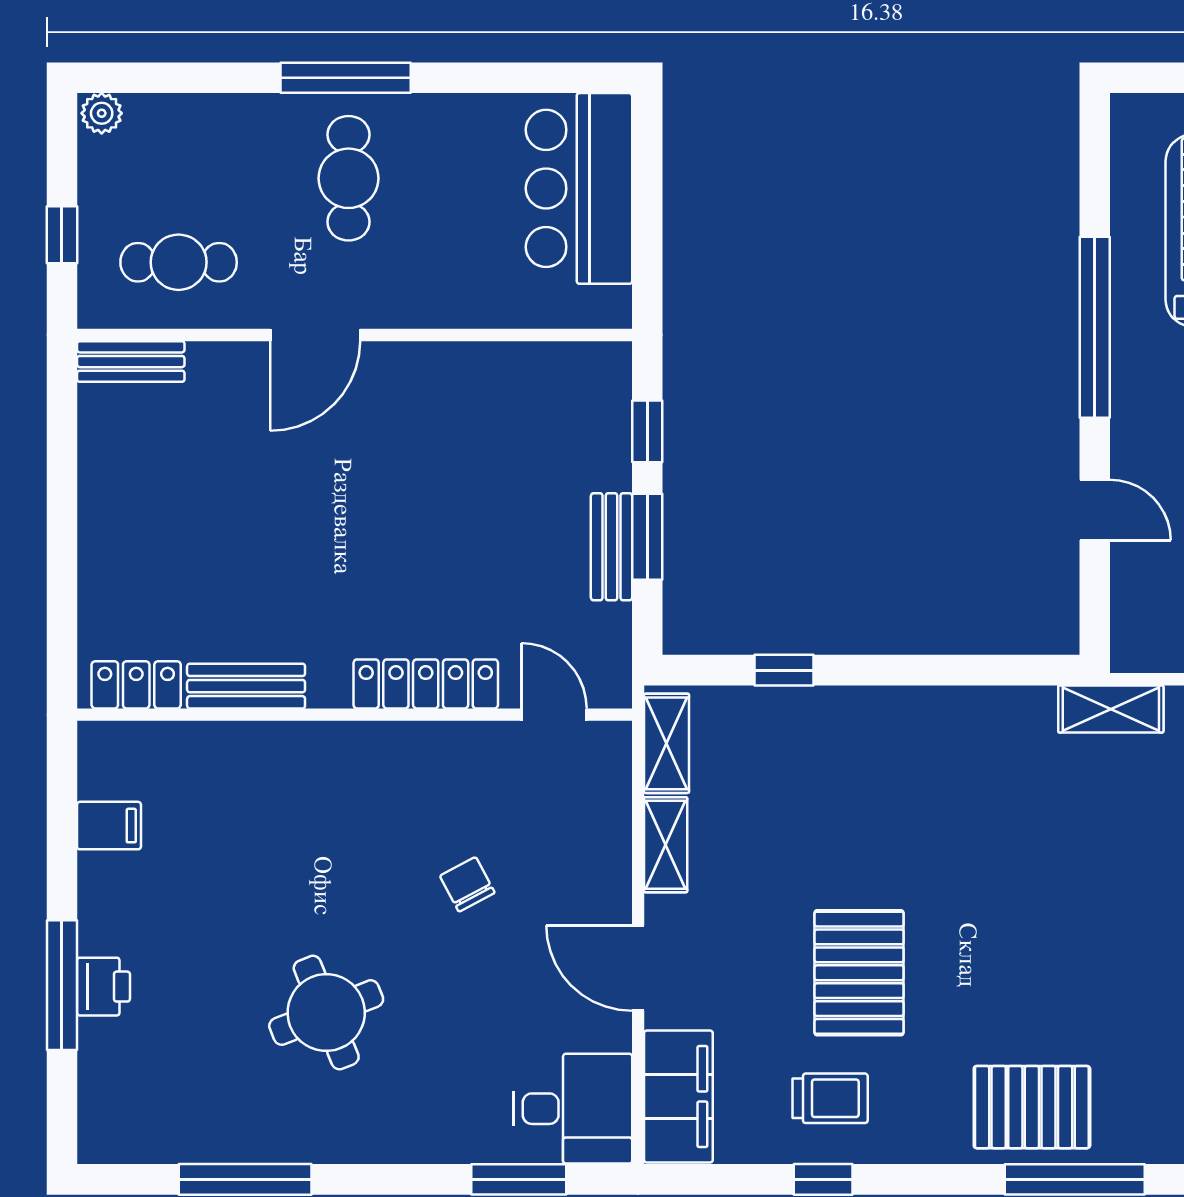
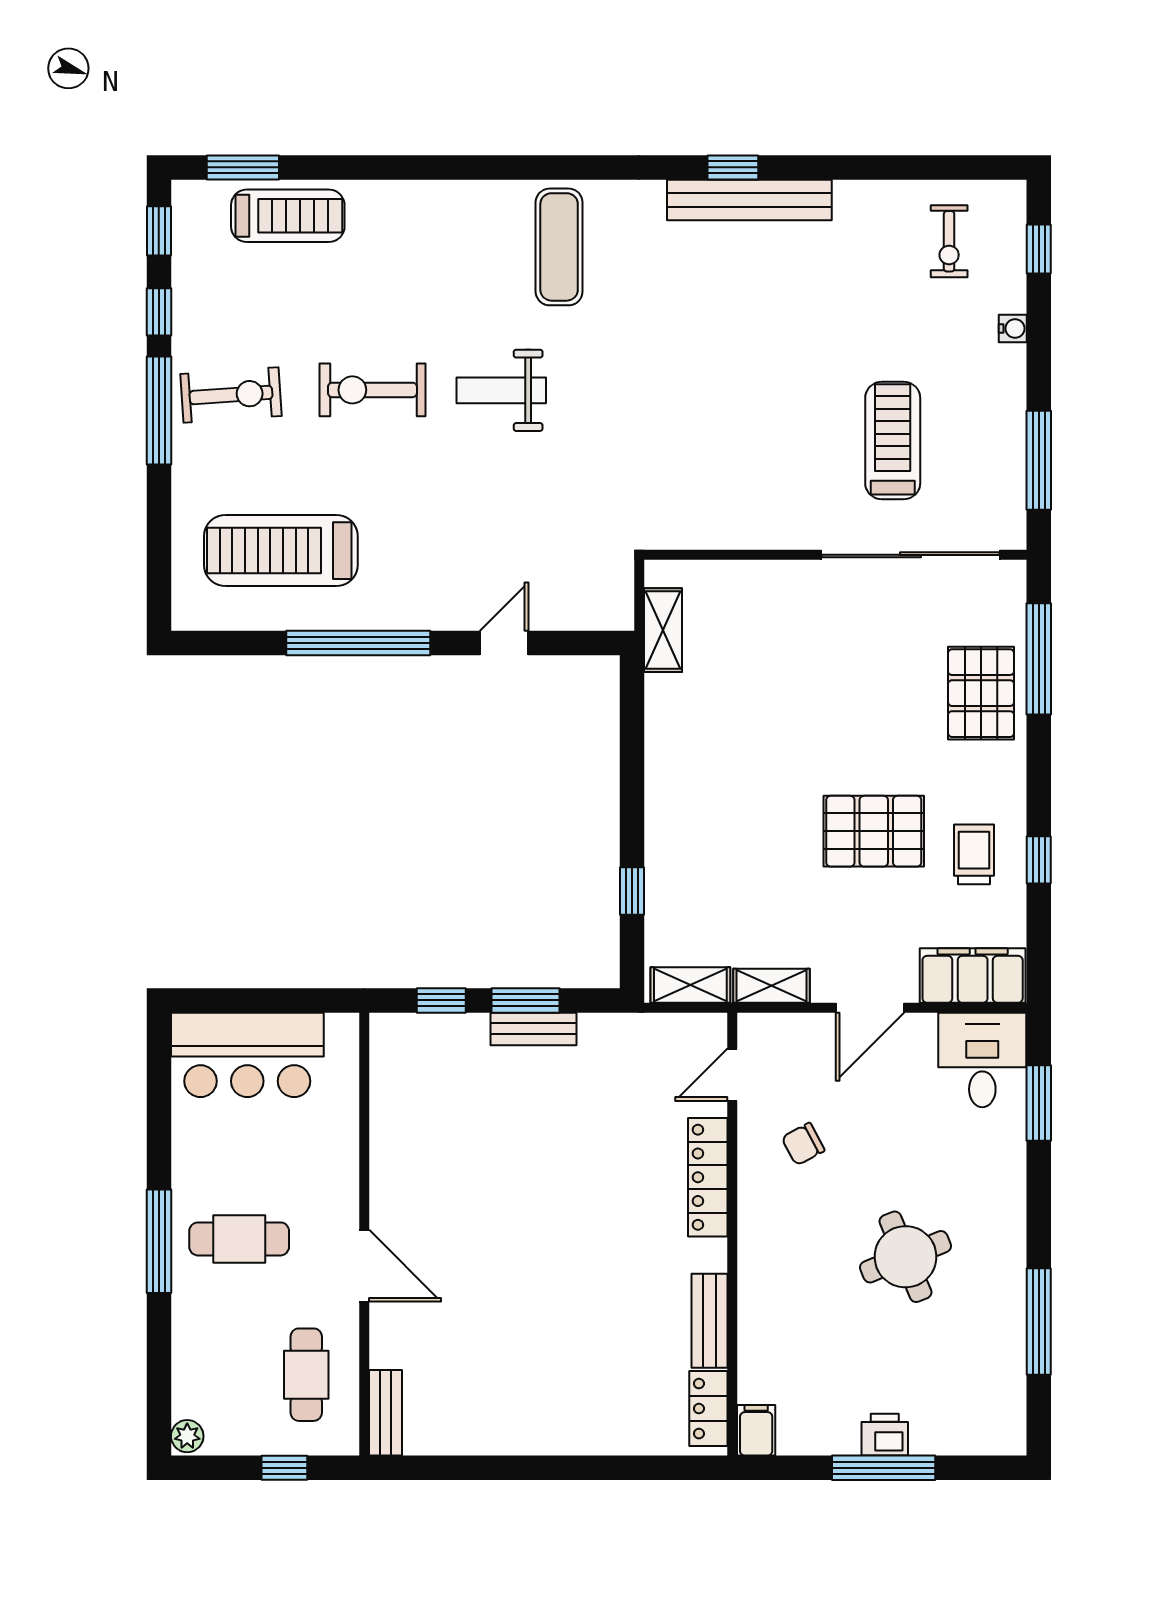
locker: (426, 684) -> (708, 1177), moved
locker: (136, 685) -> (708, 1409), moved
bench: (246, 686) -> (709, 1321), moved
wall: (355, 715) -> (732, 1234), moved
door: (554, 715) -> (732, 1075), moved

